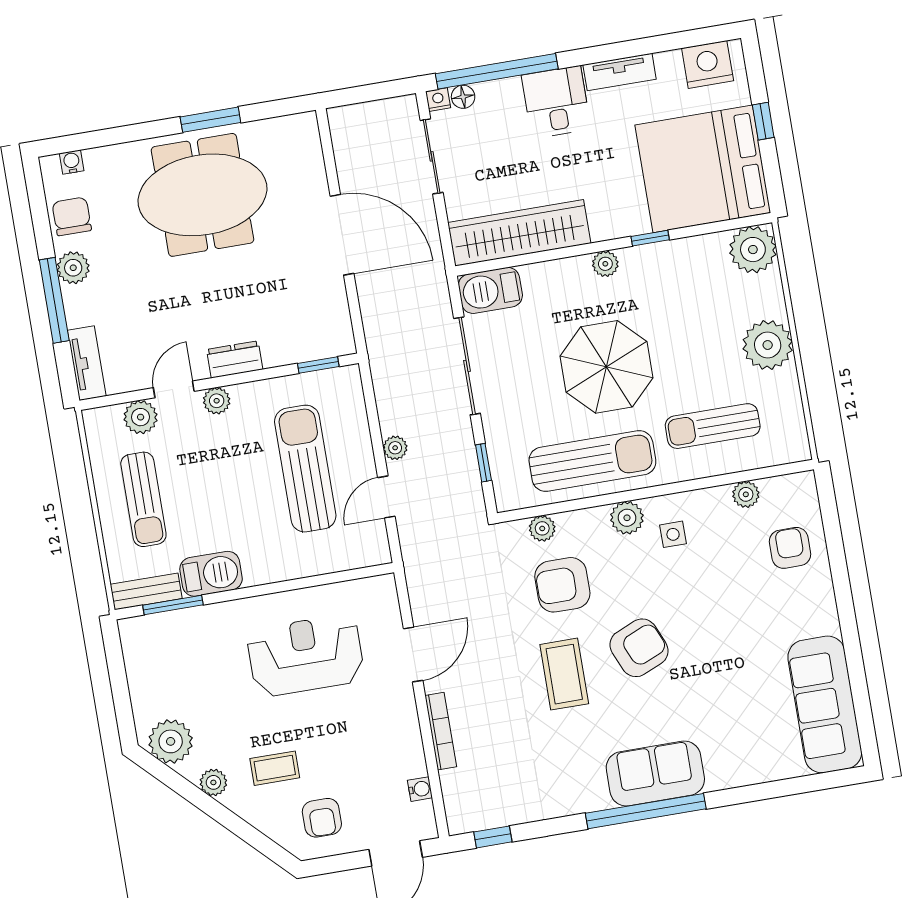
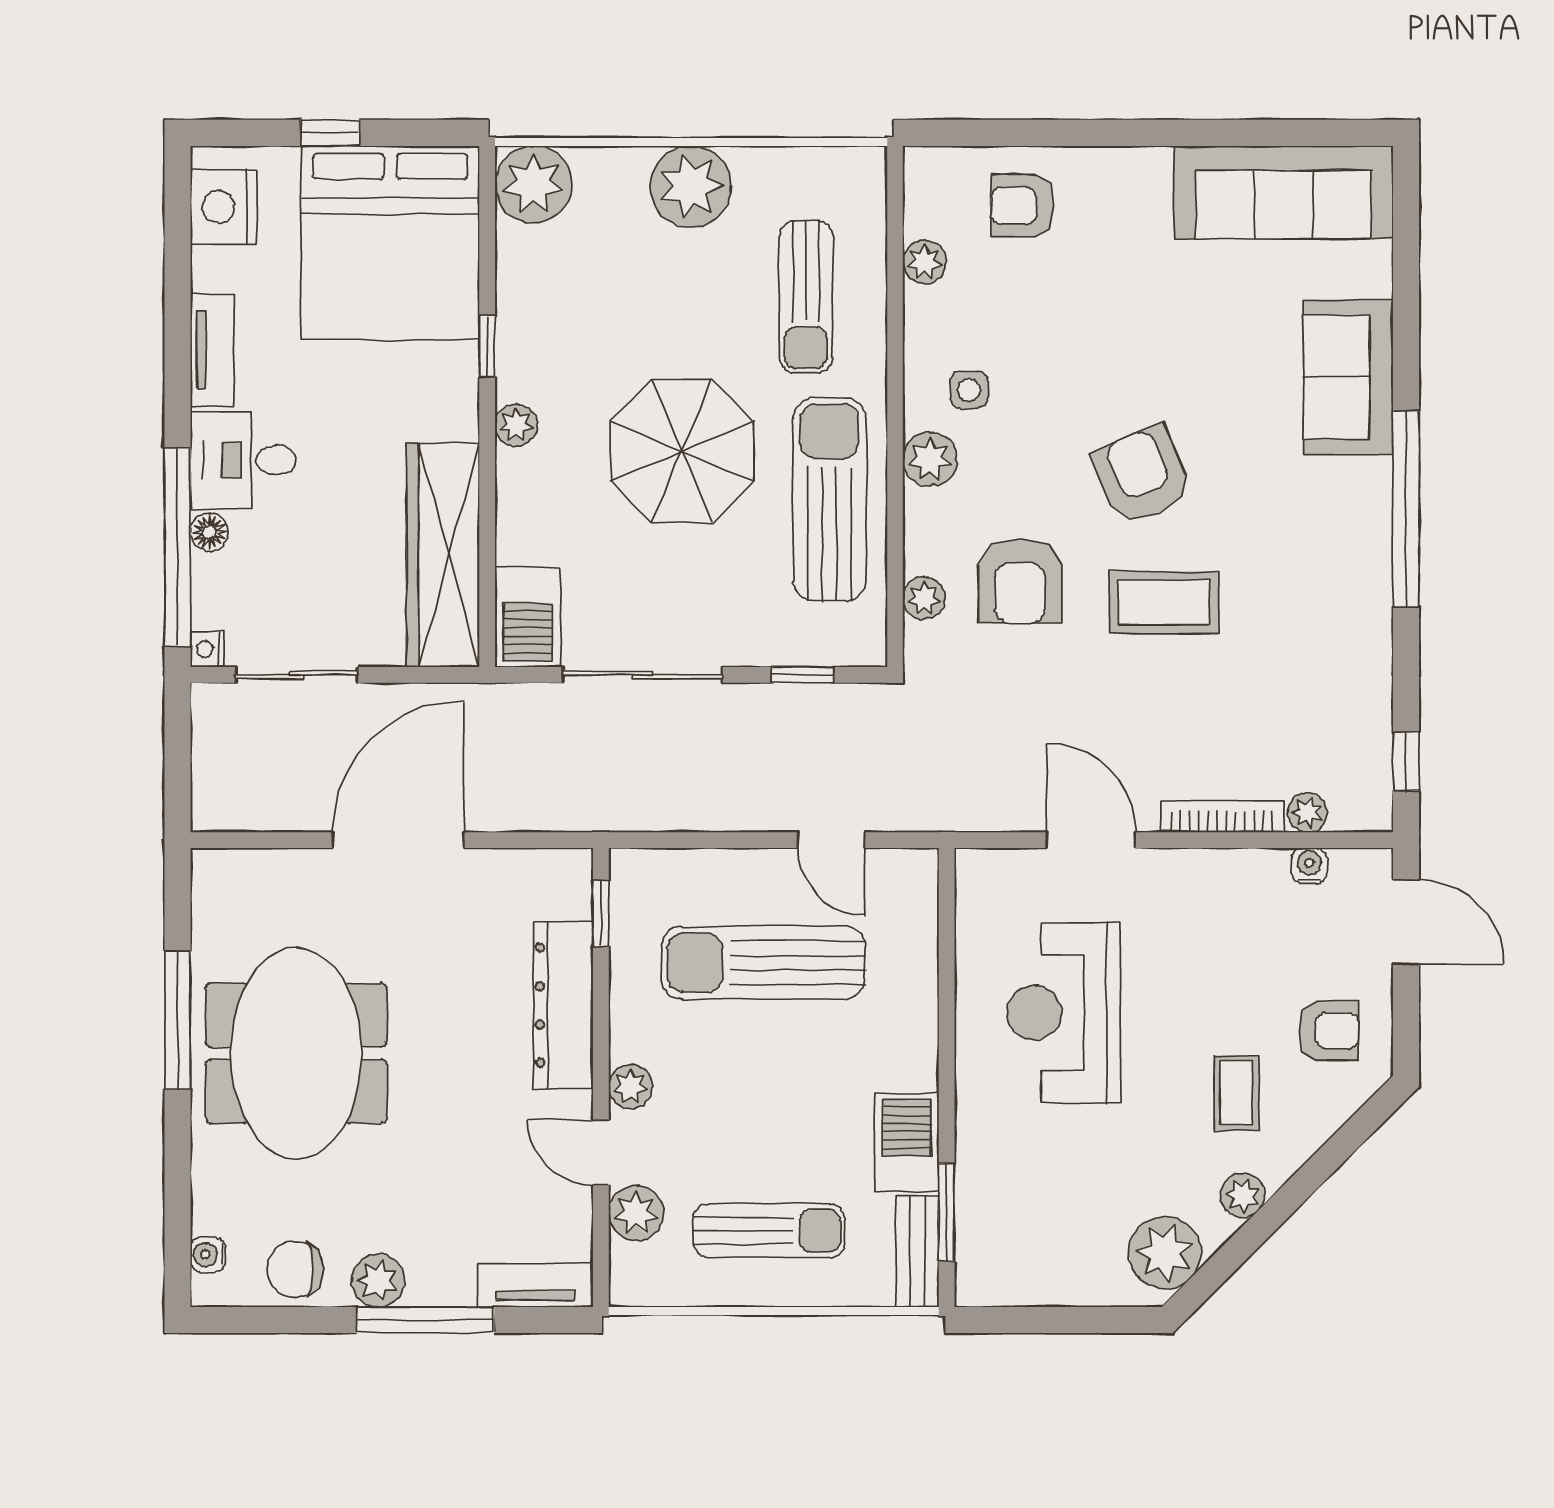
floor lamp: (463, 97) -> (209, 532), moved
window: (210, 120) -> (178, 1020), width x1.44
dresser: (235, 359) -> (563, 1005), width x1.96, depth x1.24
plant: (395, 448) -> (1307, 813), moved
sofa: (655, 773) -> (1348, 377), moved

